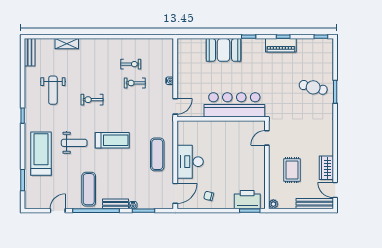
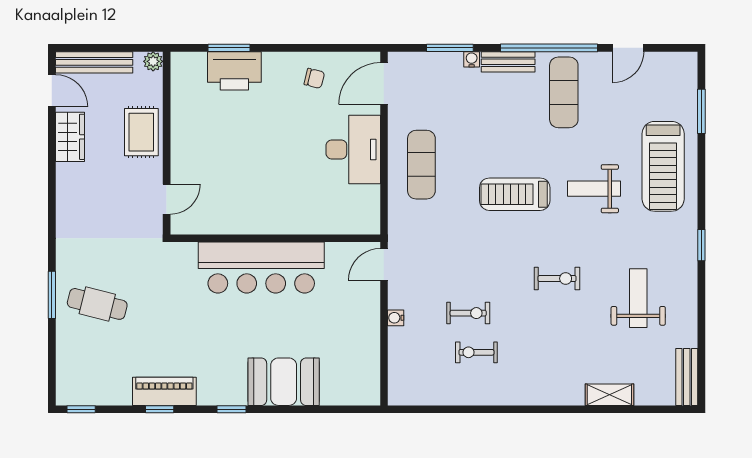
door: (267, 138) -> (167, 199), moved
wall: (267, 165) -> (167, 143), moved
plant: (273, 204) -> (153, 61), moved

